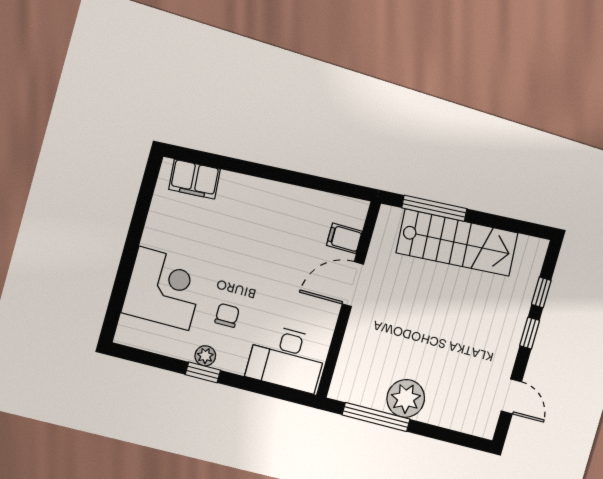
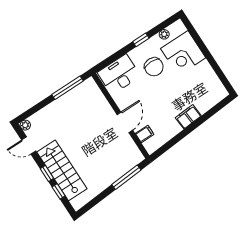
filing cabinet: (195, 179) -> (188, 117), moved
stairs: (457, 243) -> (62, 170), moved, turned 94
chair: (227, 315) -> (154, 67), width x1.87, depth x1.87
plant: (205, 356) -> (164, 34), moved
plant: (406, 398) -> (25, 125), moved, width x0.53, depth x0.53

